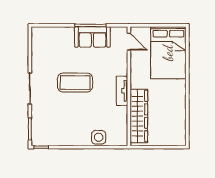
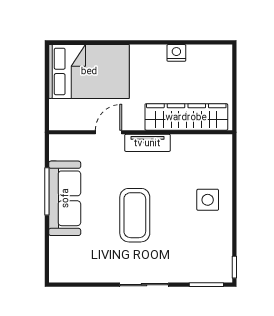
sofa: (92, 37) -> (65, 198), width x1.36
door: (129, 42) -> (109, 132), moved
nightstand: (180, 110) -> (176, 53), added
side table: (99, 137) -> (208, 200), moved

